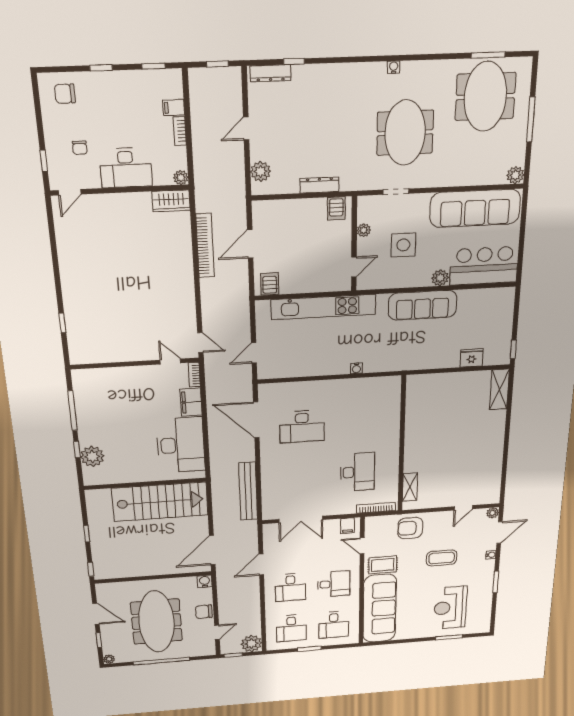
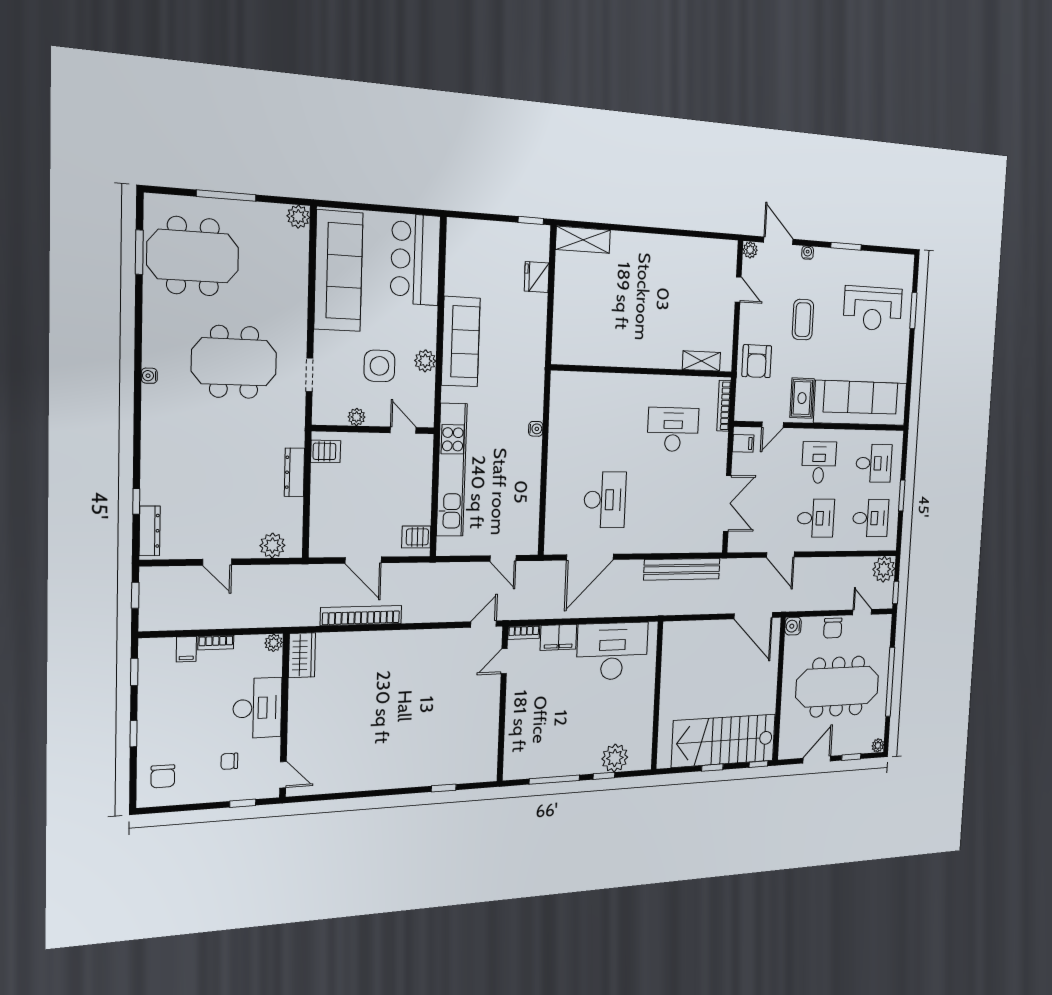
chair: (80, 148) -> (229, 761), turned 180
plant: (440, 278) -> (425, 361), moved
stairs: (160, 502) -> (724, 741), moved, turned -90

